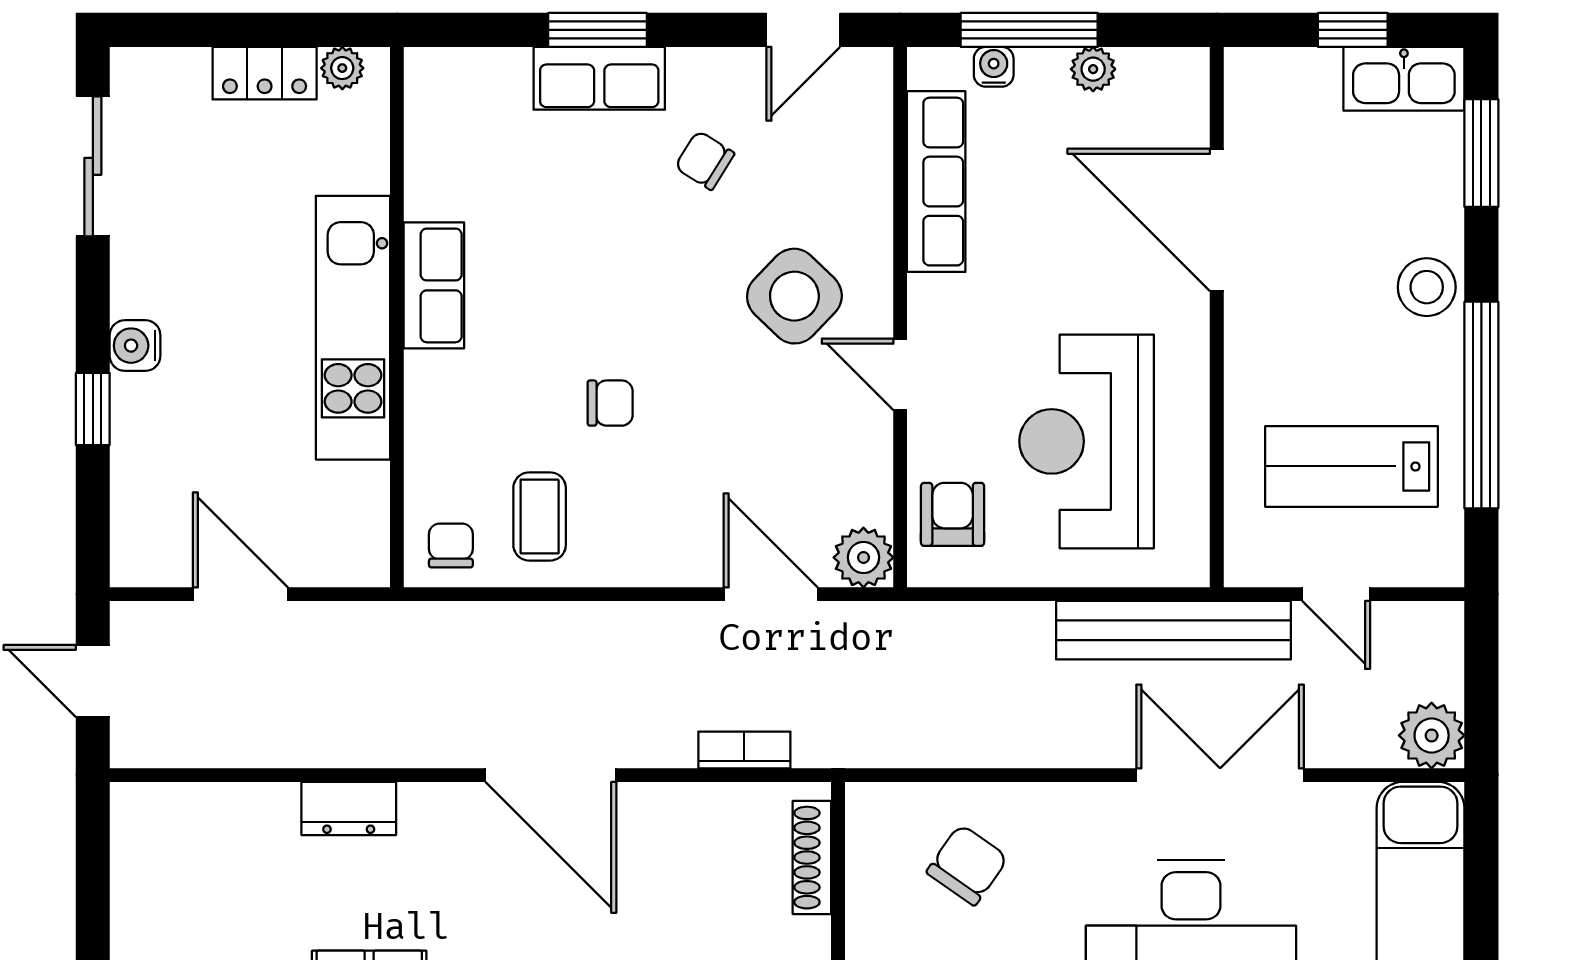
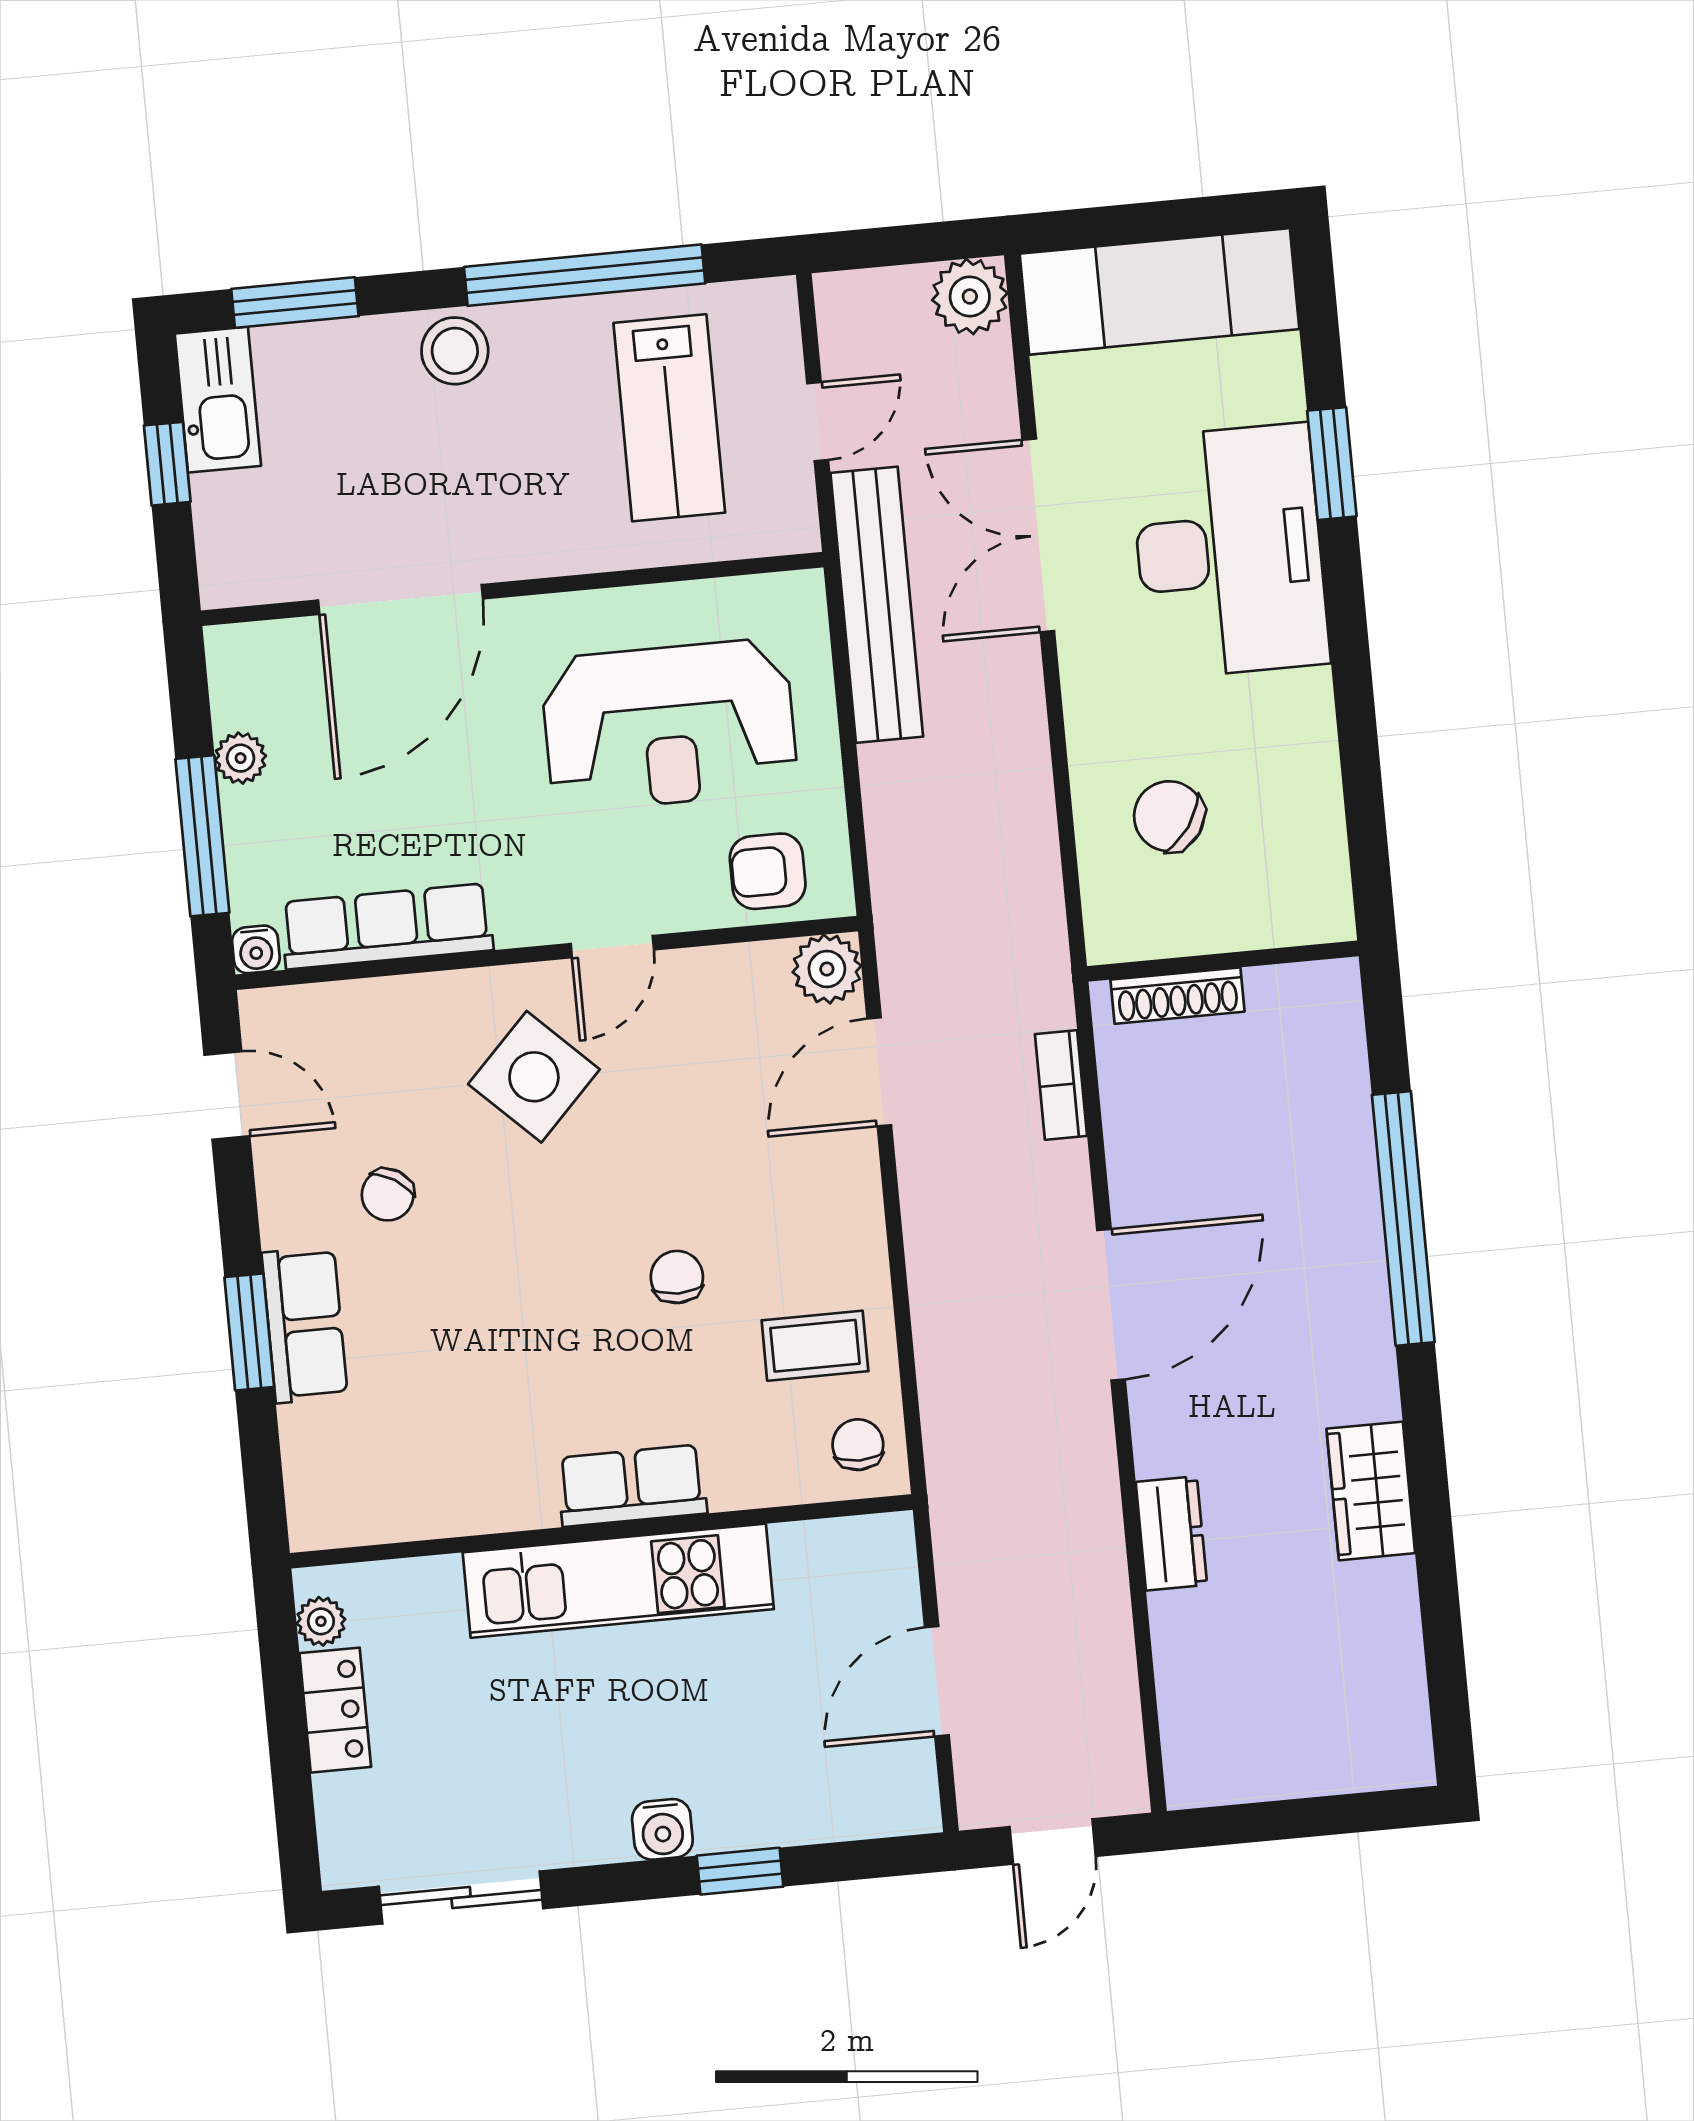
water cooler: (994, 67) -> (256, 949), moved, turned -90
row of seats: (434, 285) -> (632, 1486), moved
chair: (451, 545) -> (858, 1445), turned 90

